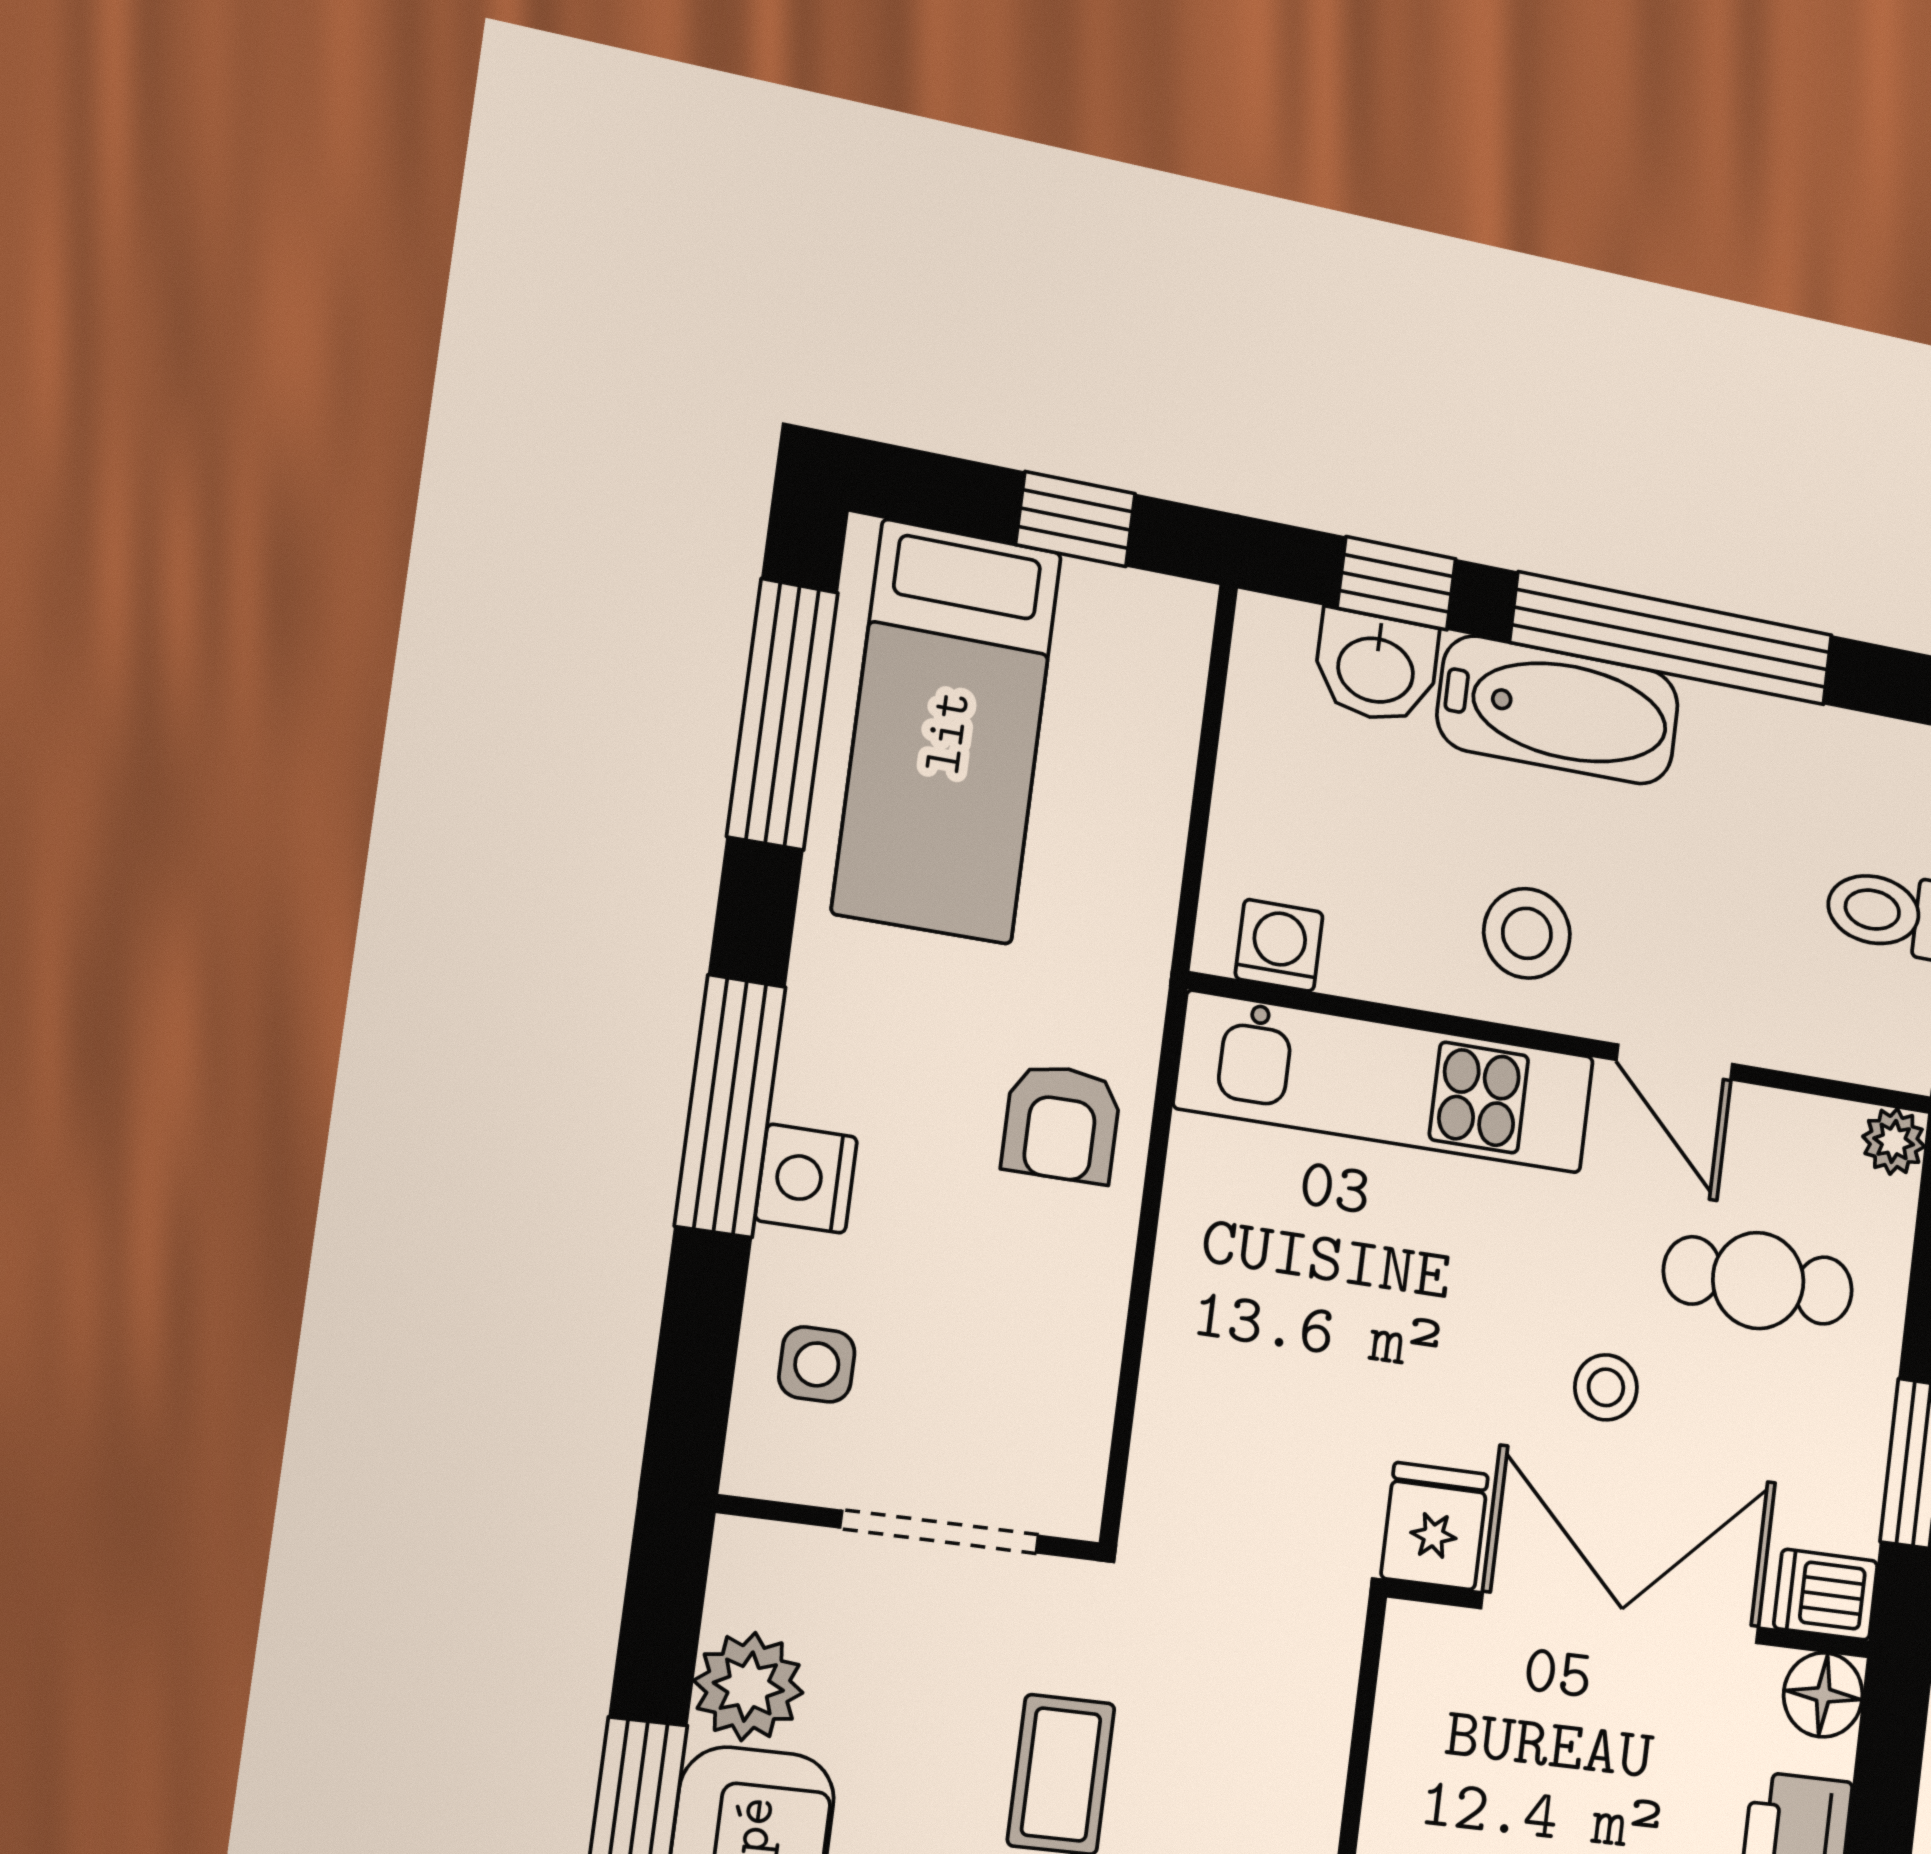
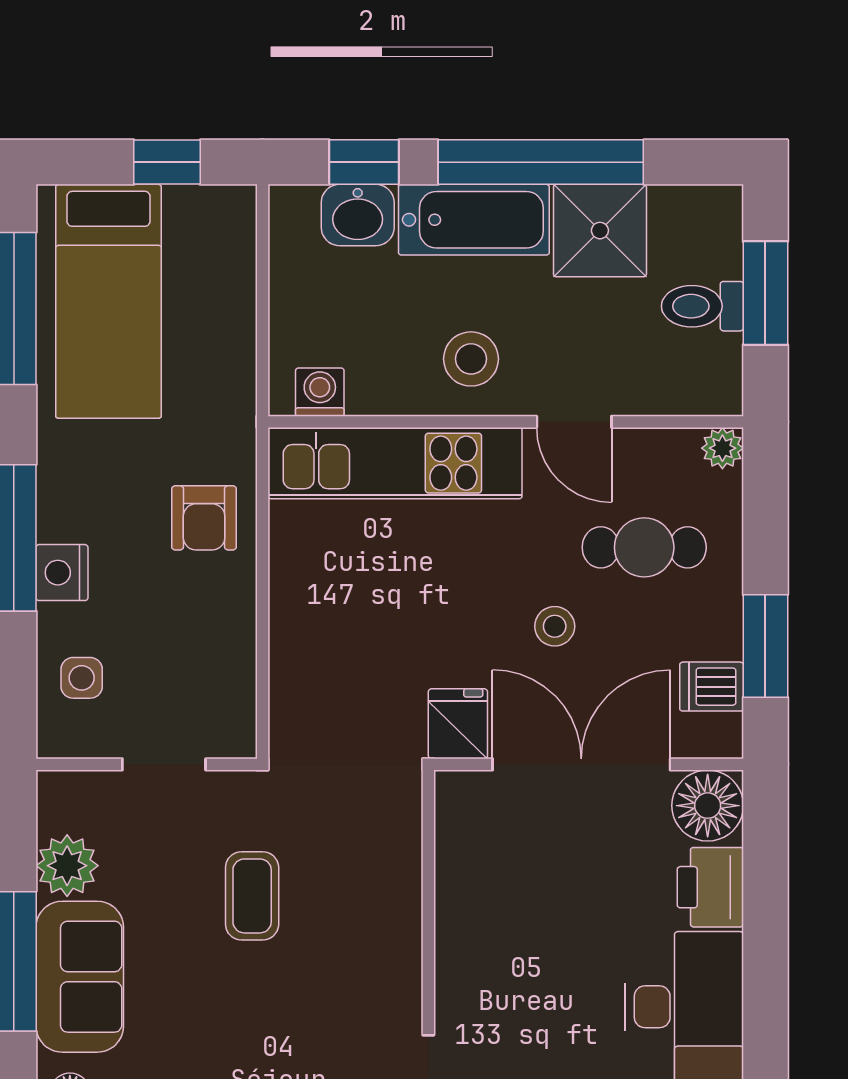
shower: (1750, 765) -> (600, 231), added
doorway: (940, 1532) -> (164, 764), width x0.73
dishwasher: (1826, 1595) -> (712, 687), moved
floor lamp: (1823, 1695) -> (708, 806), width x1.38, depth x1.38

